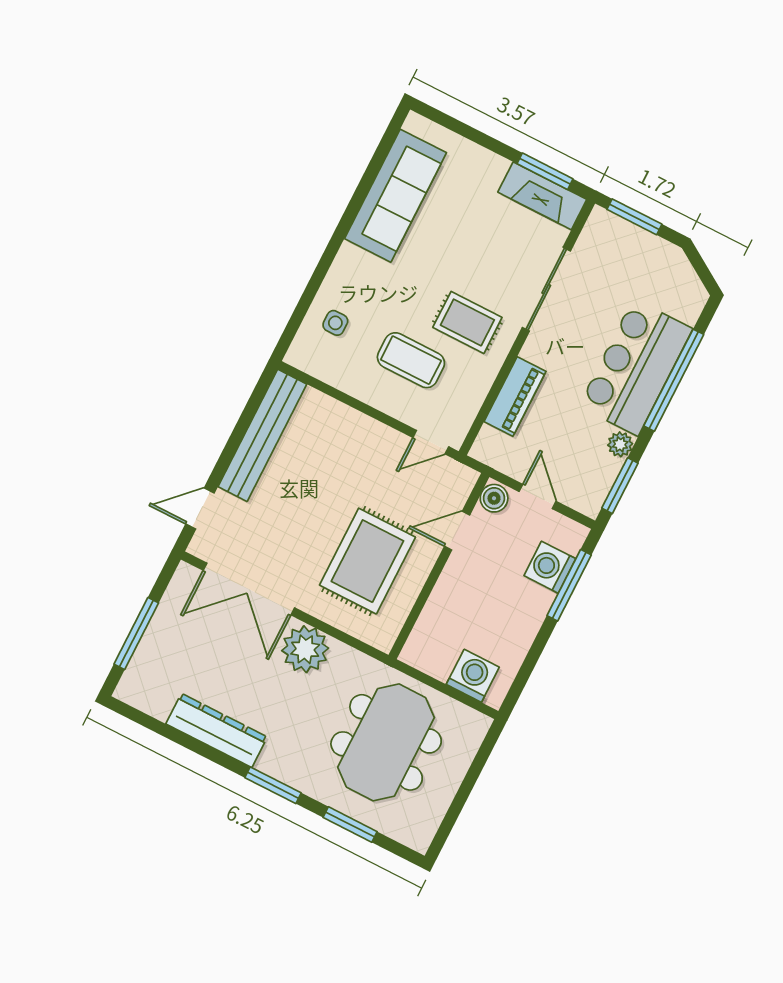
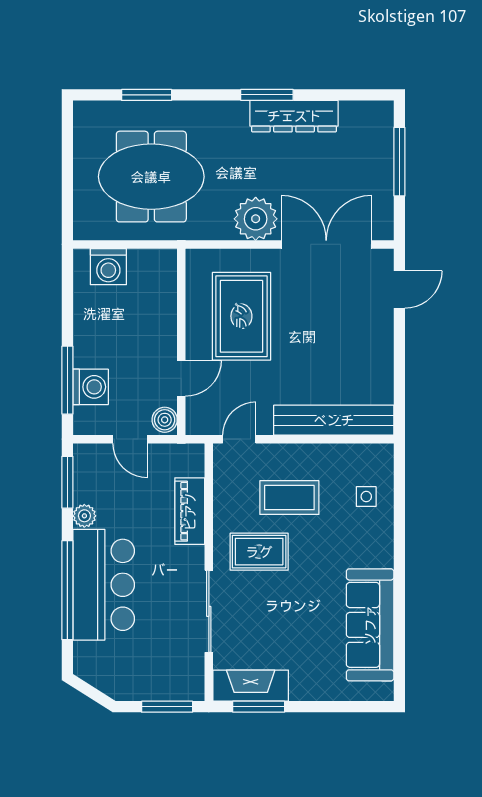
bench: (262, 435) -> (334, 420), moved, turned 90
meeting table: (386, 742) -> (151, 177), turned 90
window: (273, 785) -> (267, 95), moved

